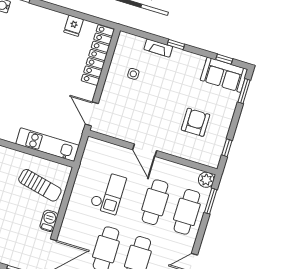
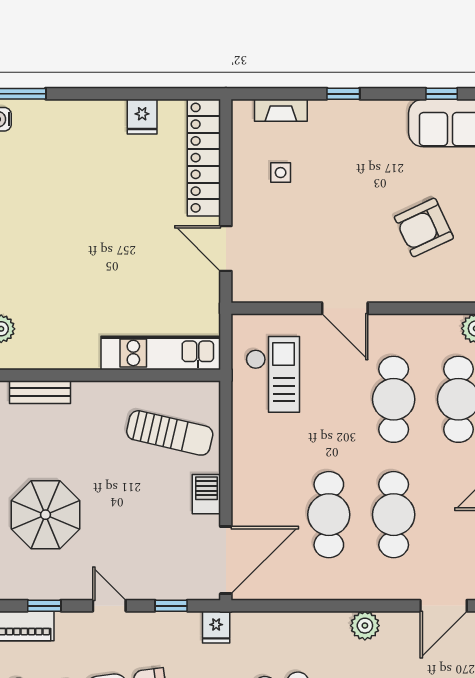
fireplace: (158, 48) -> (281, 110), moved
door: (92, 114) -> (226, 248), moved
armchair: (196, 122) -> (424, 227), turned -115
checkout: (108, 193) -> (273, 374), moved

